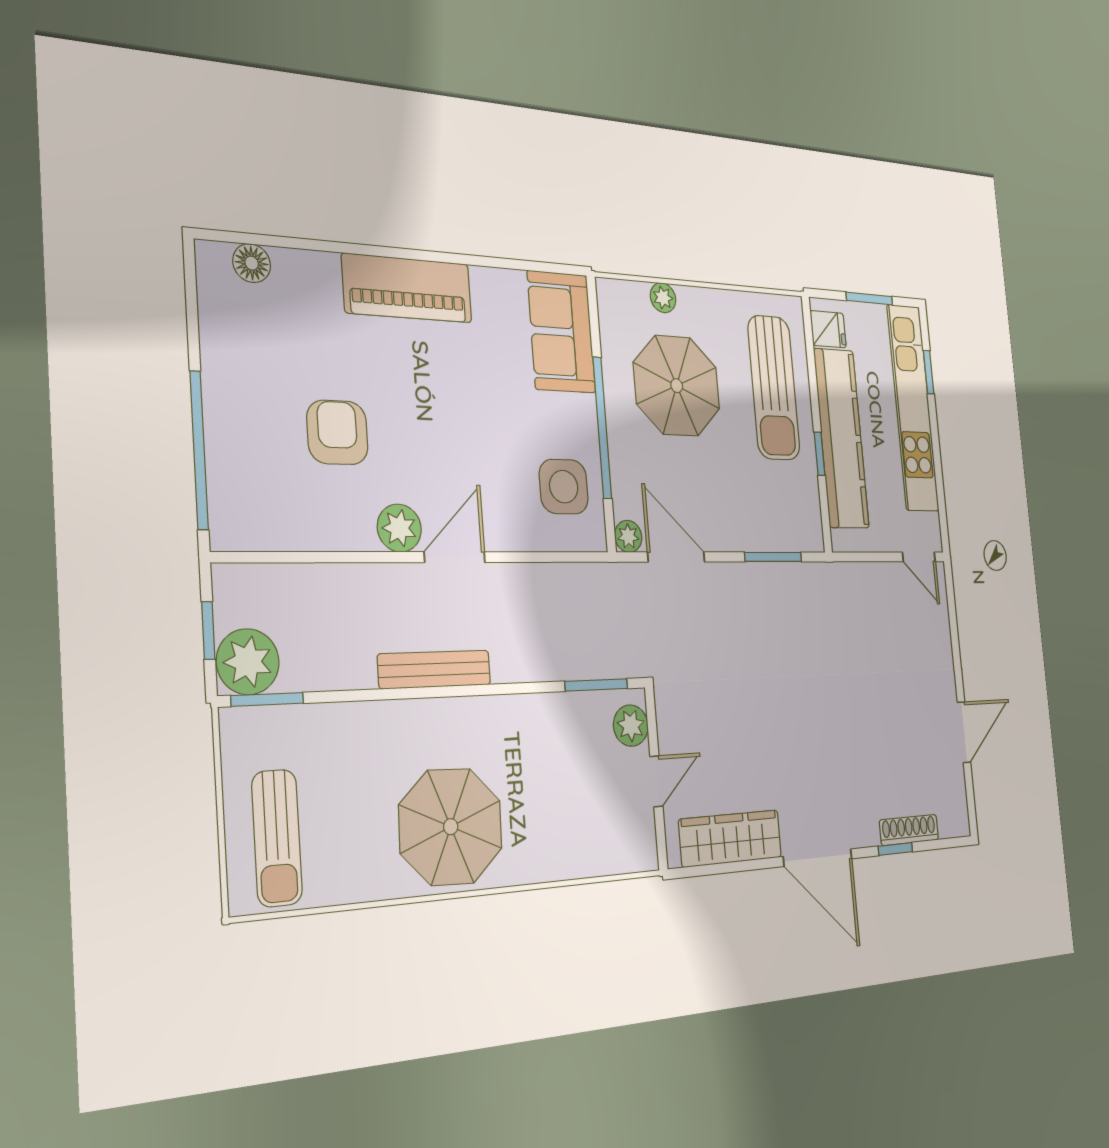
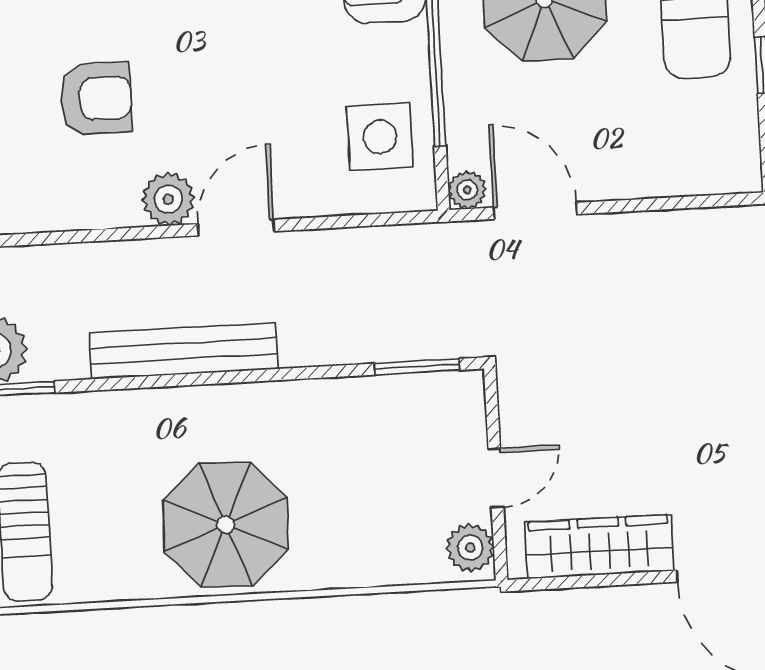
armchair: (337, 432) -> (96, 99), turned 90
window: (773, 557) -> (681, 203), removed
bench: (435, 669) -> (184, 351), width x1.37, depth x1.21
plant: (631, 726) -> (470, 548), moved

